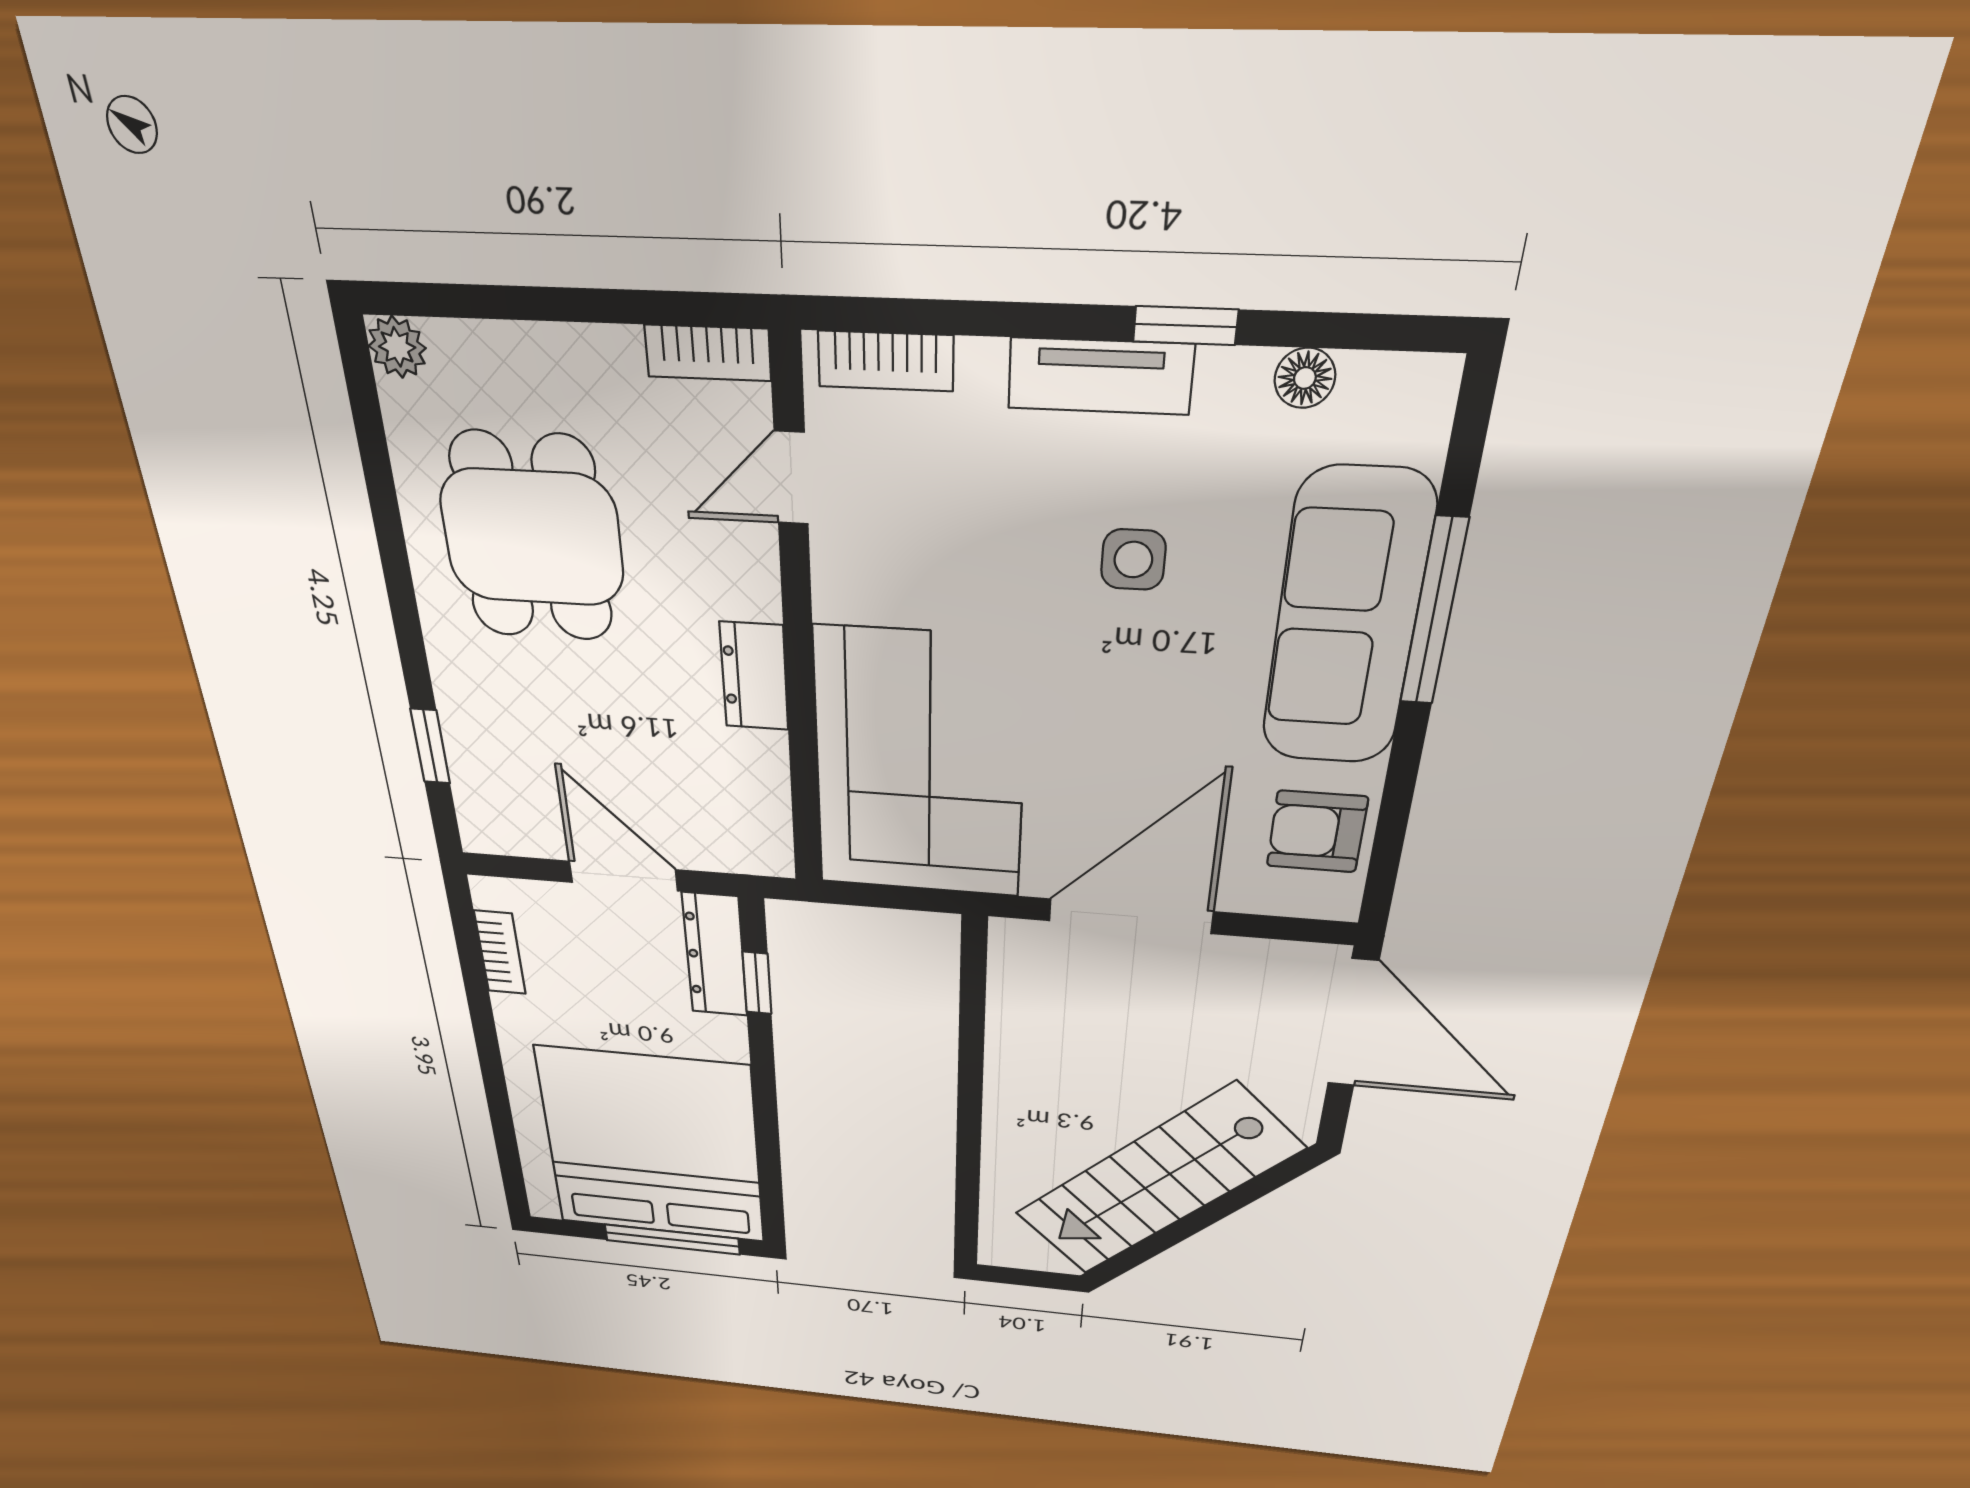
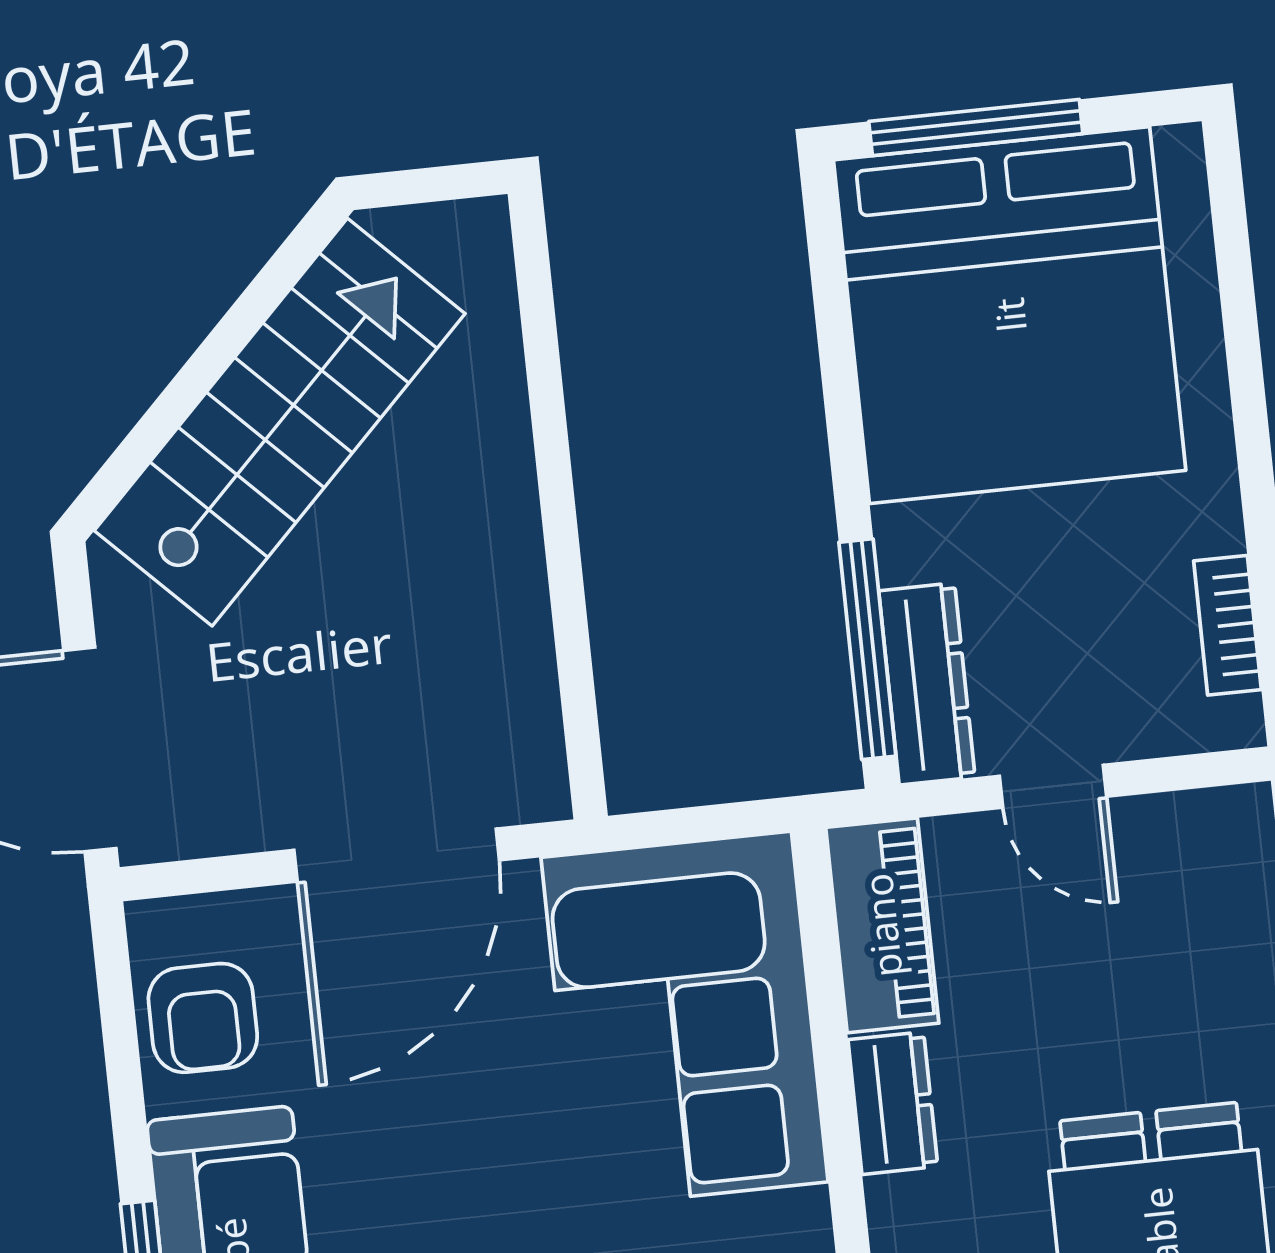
piano: (756, 806) -> (882, 925), added
armchair: (1317, 832) -> (203, 1018), turned 90
door: (623, 876) -> (1053, 786), width x0.73
window: (757, 983) -> (867, 649), width x2.17

